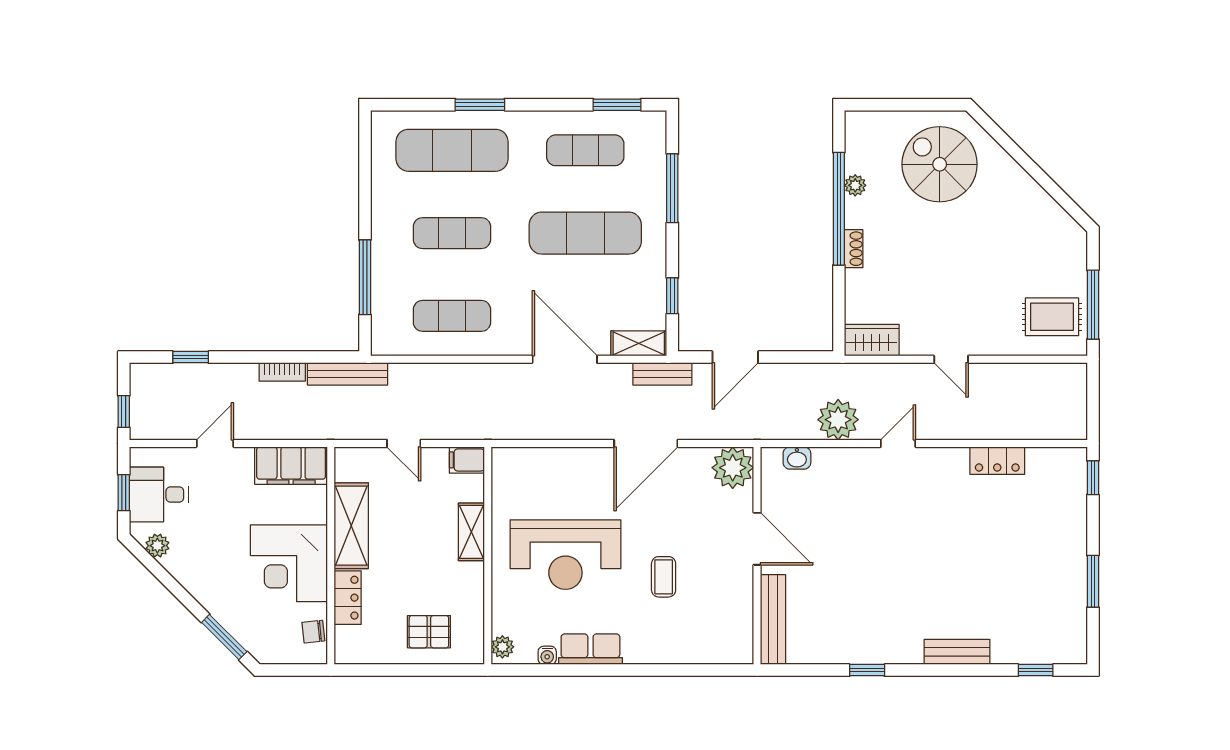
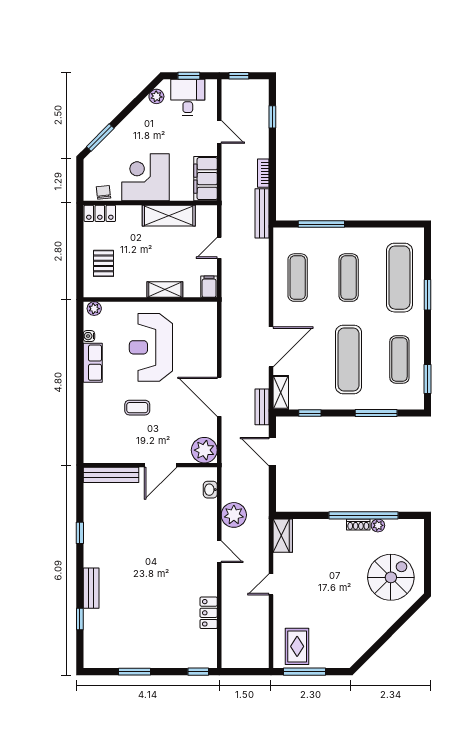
shoe rack: (854, 249) -> (358, 525), moved
locker: (348, 598) -> (100, 213), moved
window: (1036, 670) -> (80, 619), moved

